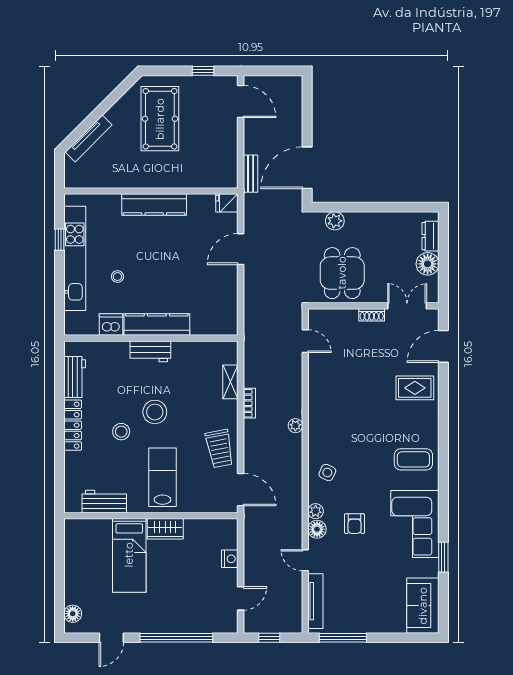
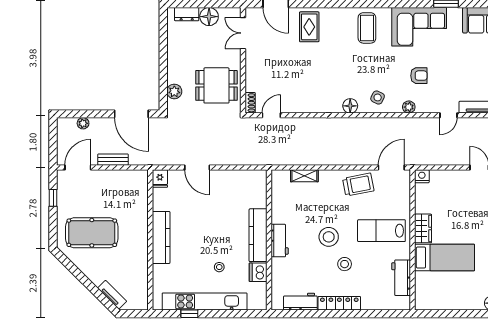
tv unit: (89, 138) -> (112, 295), width x0.71
bench: (251, 174) -> (113, 160), moved
shoe rack: (372, 315) -> (250, 103), moved
bookcase: (249, 403) -> (322, 160), removed
plant: (295, 426) -> (83, 123), moved
floor lamp: (317, 529) -> (350, 106), moved
nightstand: (230, 559) -> (422, 176), moved

